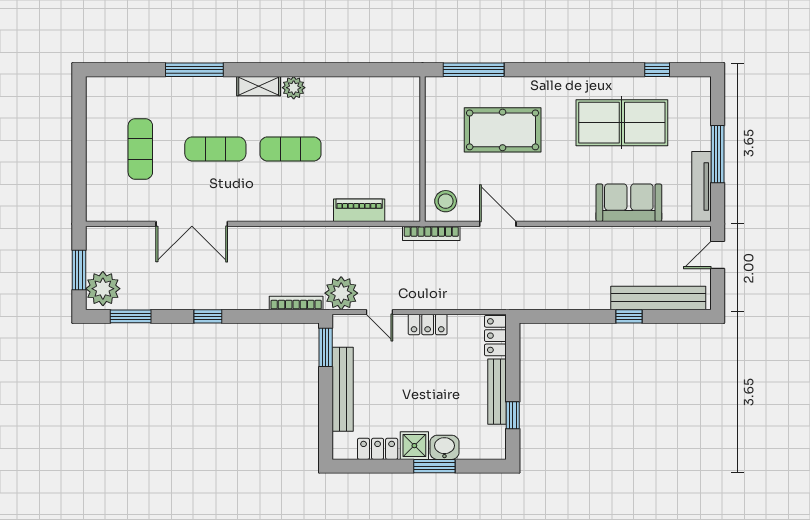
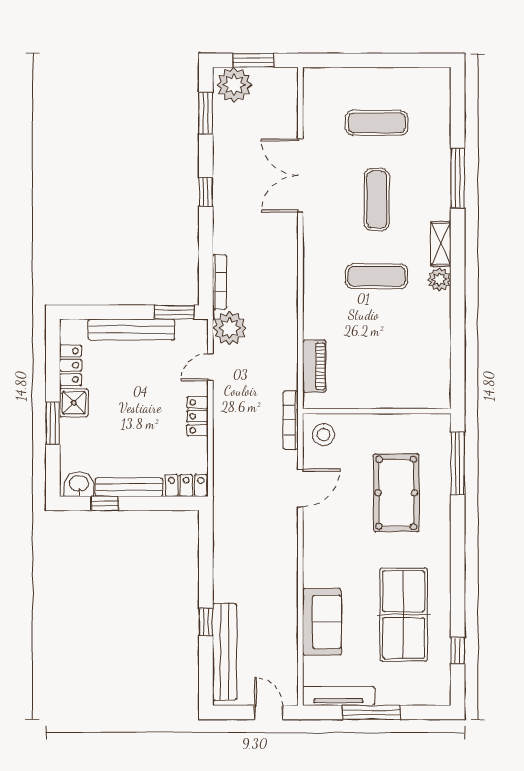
exercise mat: (290, 149) -> (377, 276), turned 90
piano: (359, 210) -> (314, 366), moved
washbasin: (444, 447) -> (79, 484), moved, turned -90

